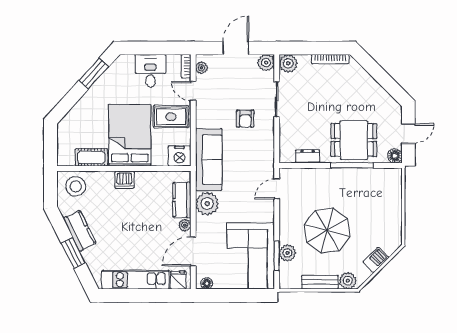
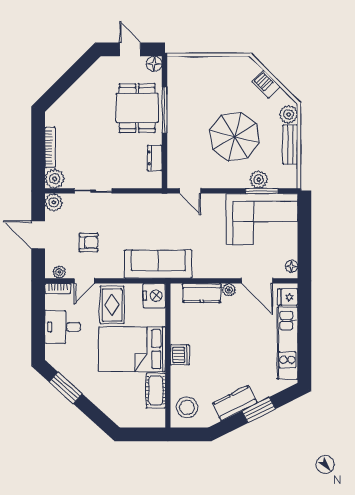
bookcase: (330, 59) -> (50, 147), moved
armchair: (245, 119) -> (89, 242), moved
plant: (207, 204) -> (206, 266), removed

